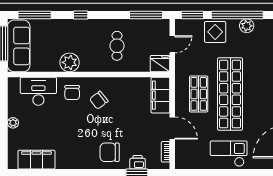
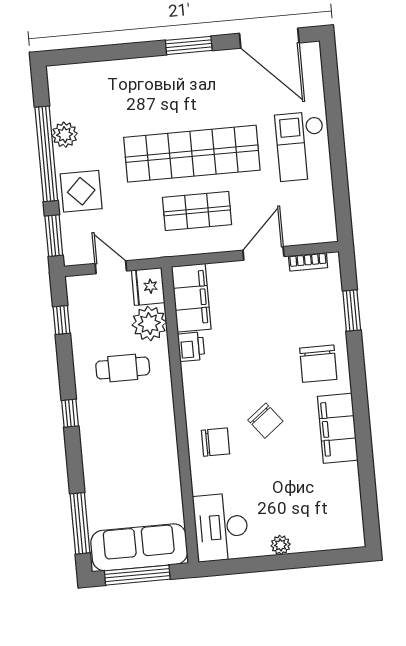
window: (81, 15) -> (70, 413), moved
window: (146, 15) -> (61, 320), width x0.46
plant: (70, 62) -> (149, 324), moved
desk: (38, 91) -> (221, 527), moved
filing cabinet: (160, 95) -> (191, 298), moved, turned -90
chair: (99, 100) -> (265, 421), moved
filing cabinet: (36, 160) -> (338, 428), moved
printer: (138, 162) -> (191, 347), moved, turned 180

